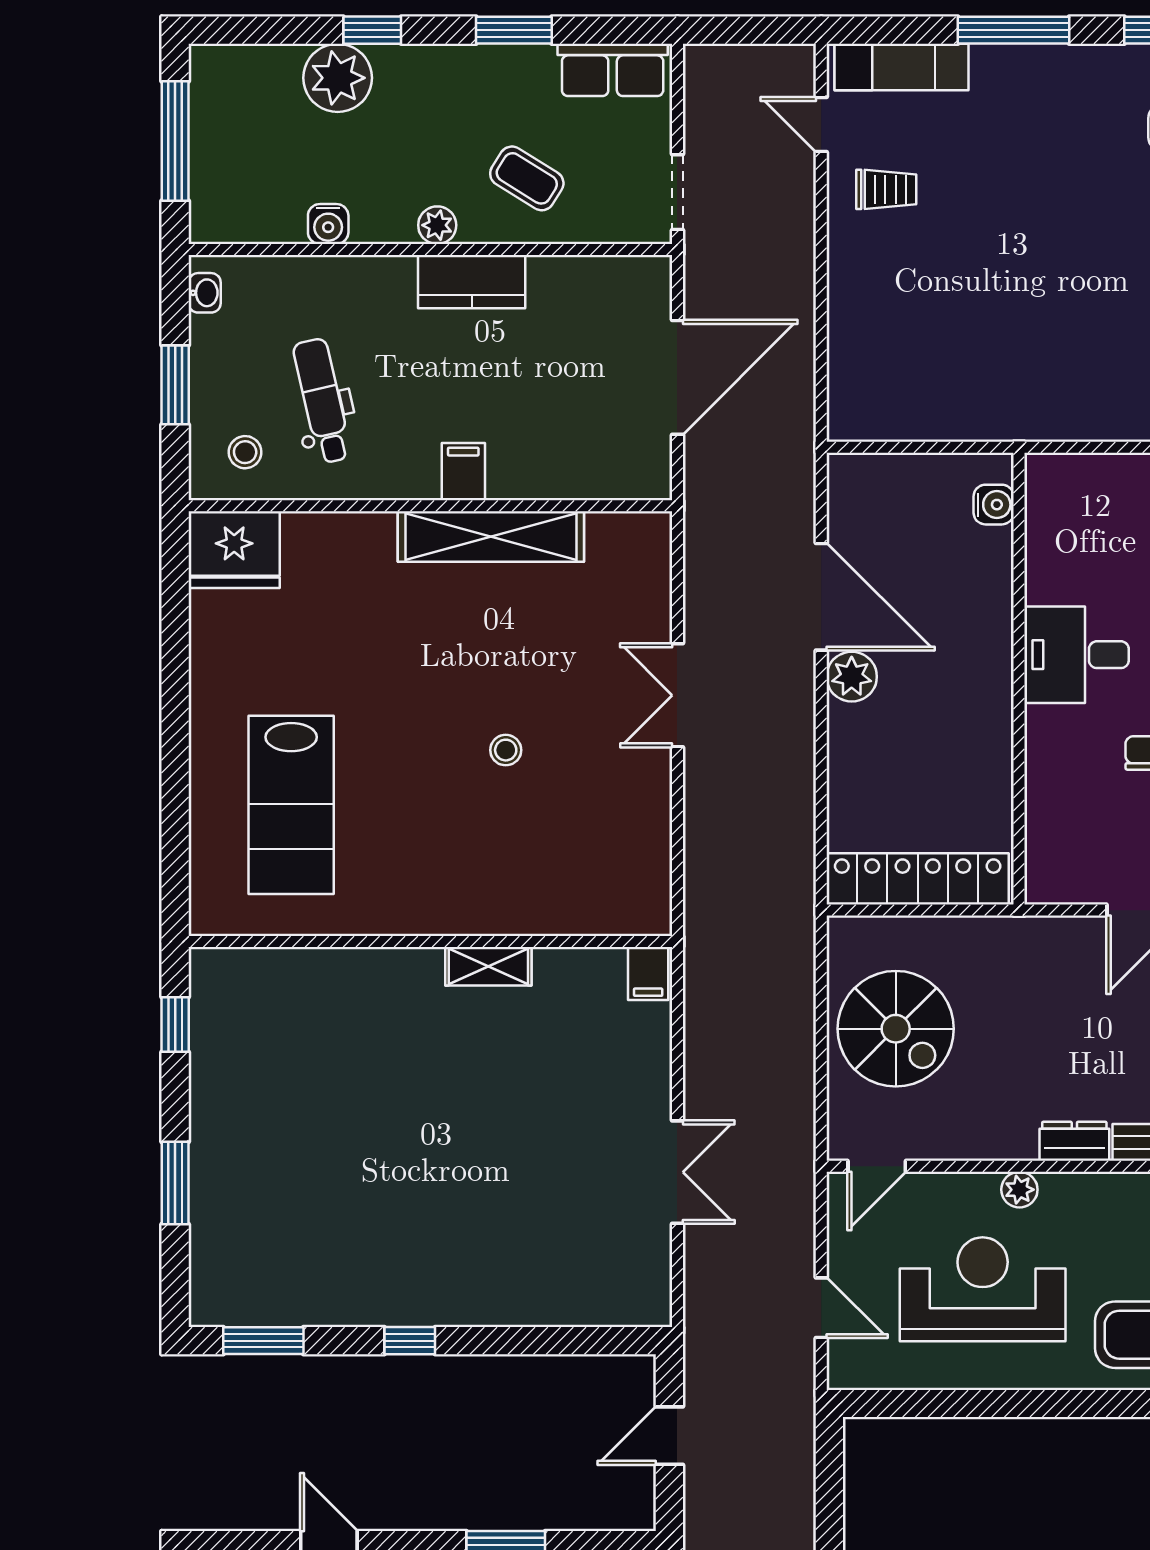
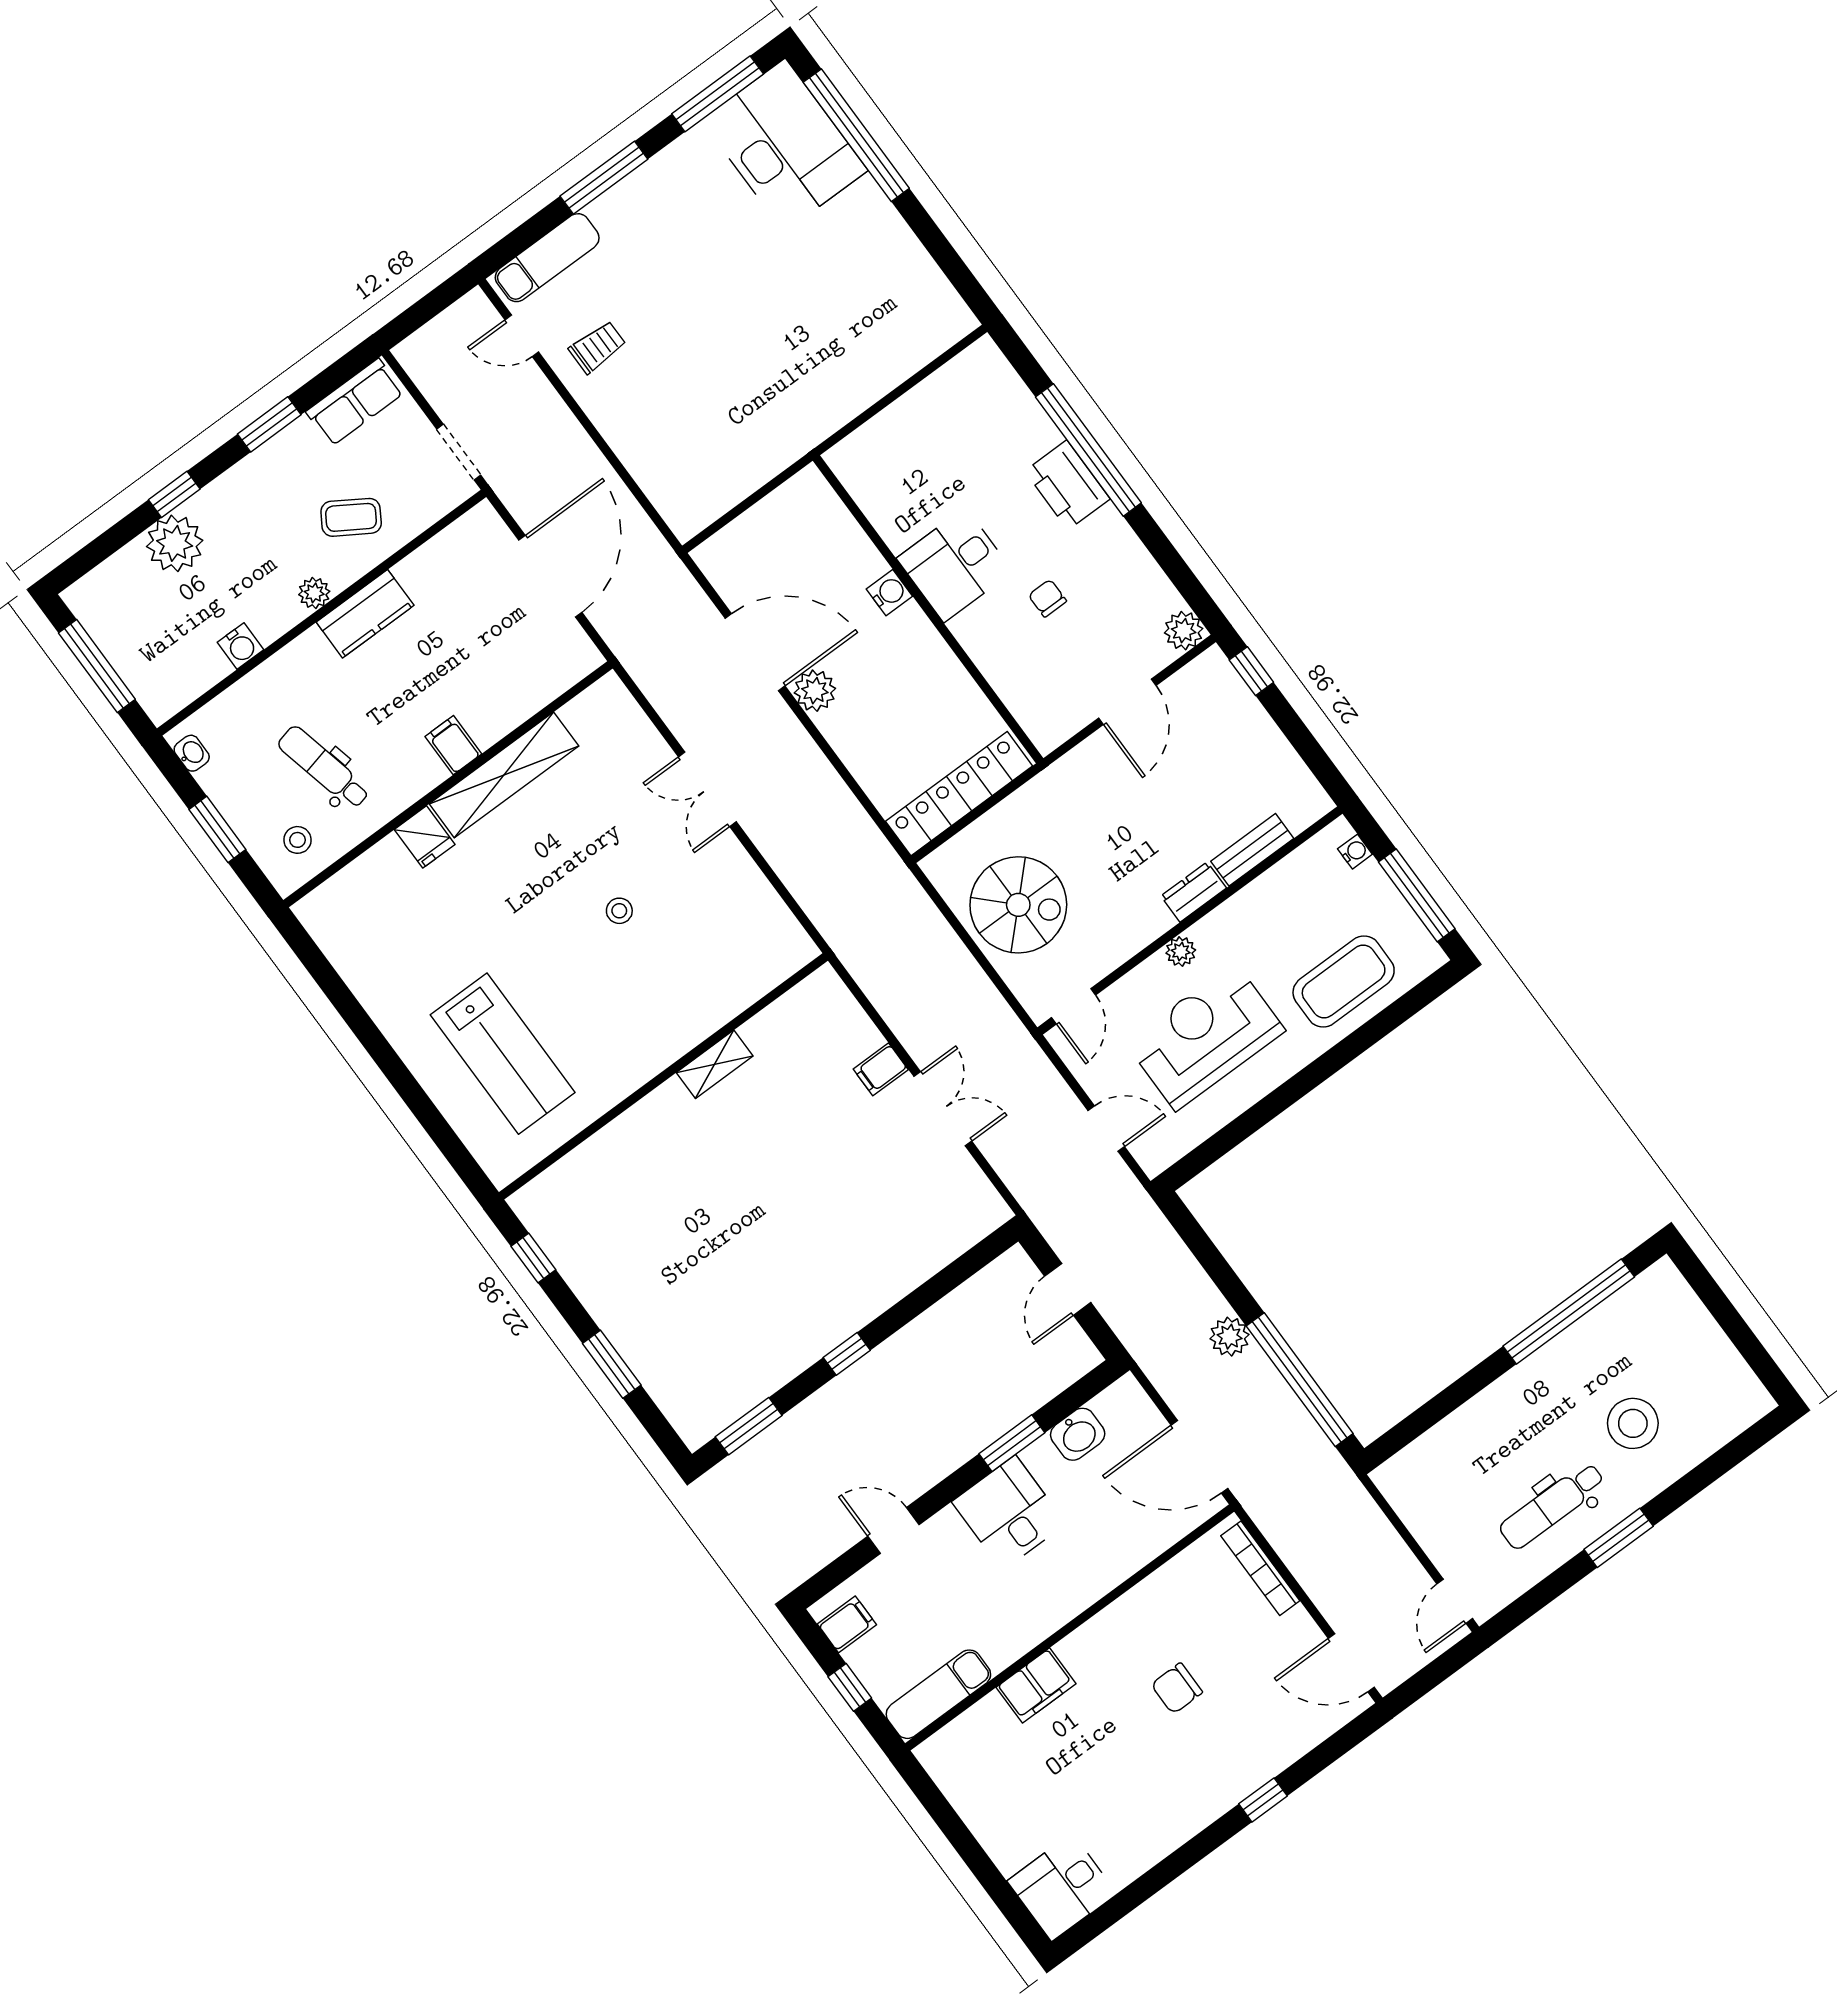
water cooler: (994, 505) -> (889, 593), moved
fridge: (234, 550) -> (425, 837), moved, width x0.53, depth x0.75
filing cabinet: (648, 974) -> (881, 1069), moved, turned 90

